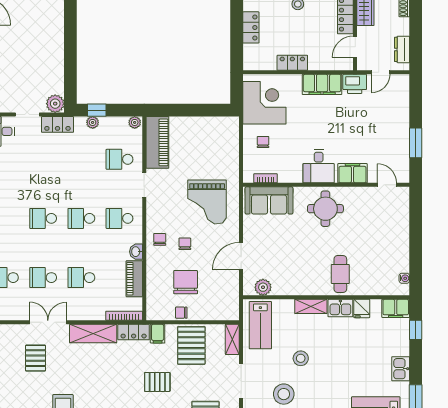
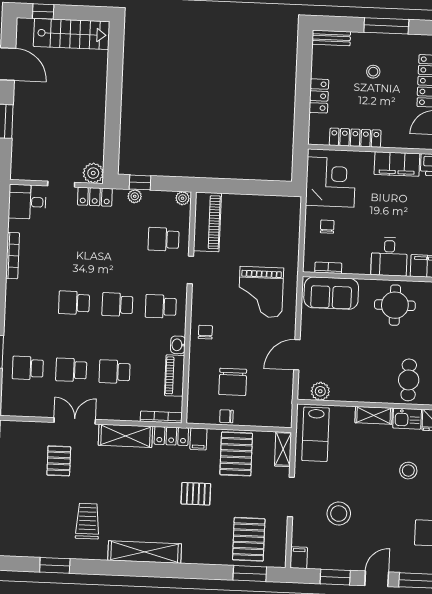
locker: (292, 63) -> (355, 138), width x1.53
chair: (185, 244) -> (234, 338), removed
chair: (186, 282) -> (233, 382), turned 180
stool: (301, 358) -> (408, 471), moved

